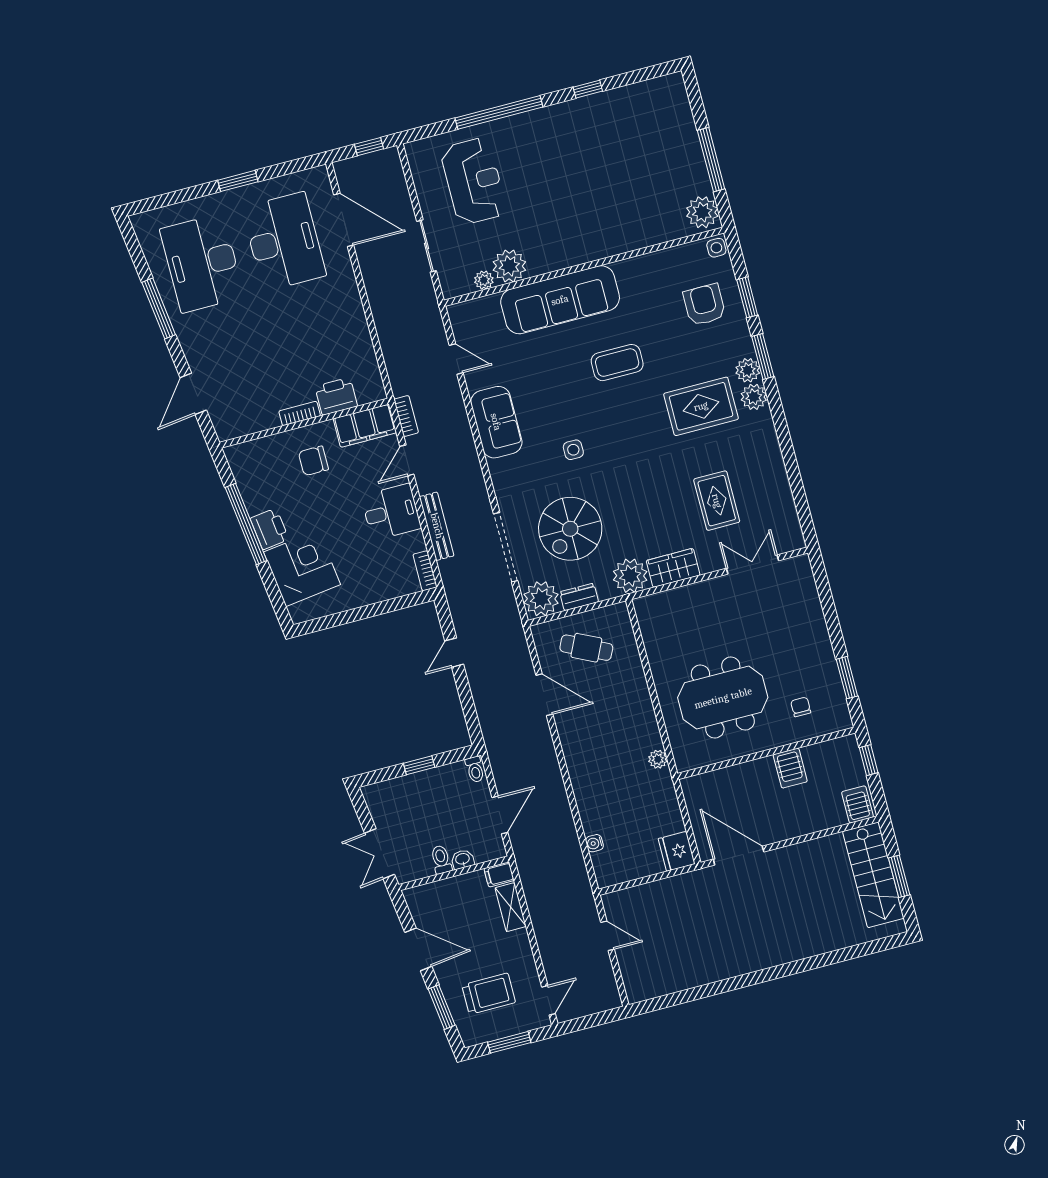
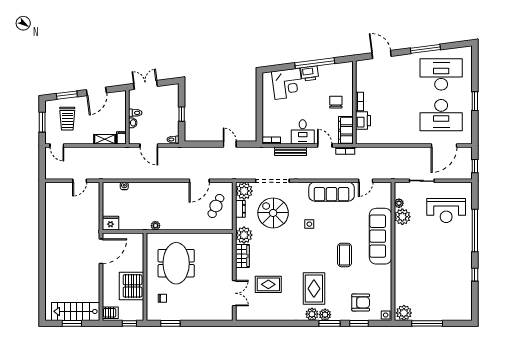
sofa: (496, 422) -> (332, 192), width x1.36
server rack: (790, 768) -> (132, 286), width x2.18, depth x1.44

